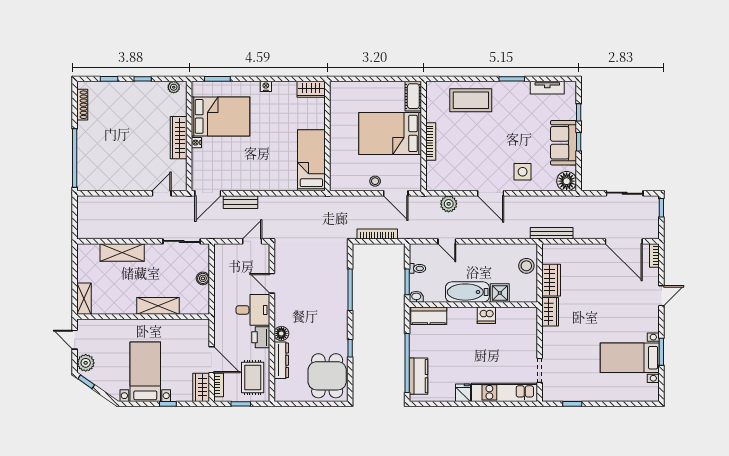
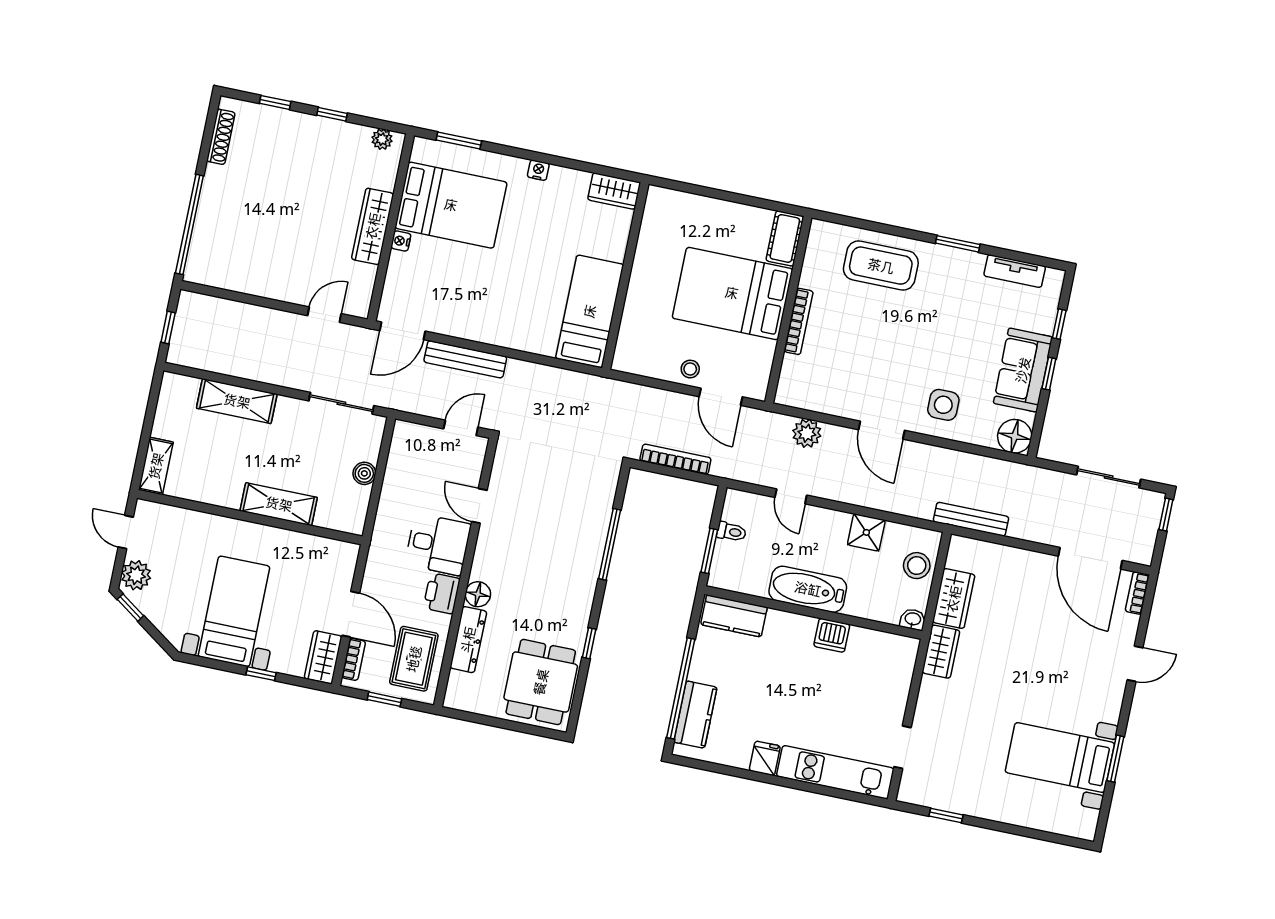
bench: (240, 202) -> (465, 359), width x1.36
window: (75, 219) -> (168, 327), added
shower: (500, 293) -> (866, 532), moved
washbasin: (416, 297) -> (913, 619), moved

